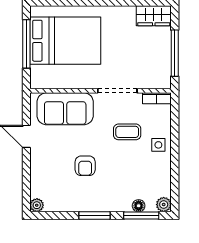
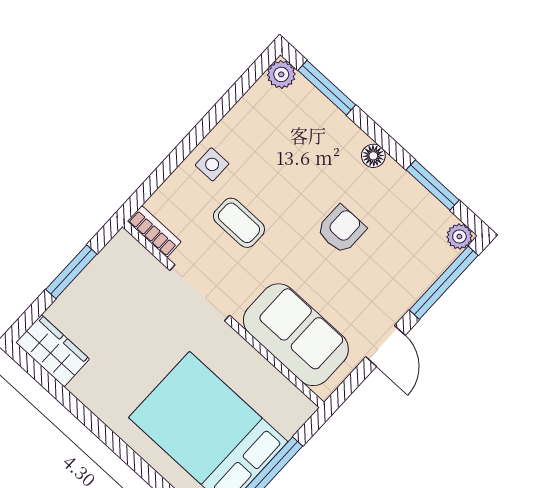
window: (175, 53) -> (71, 272), width x0.69
window: (26, 182) -> (444, 283), added
floor lamp: (139, 206) -> (373, 156), moved
window: (94, 216) -> (433, 185), moved

